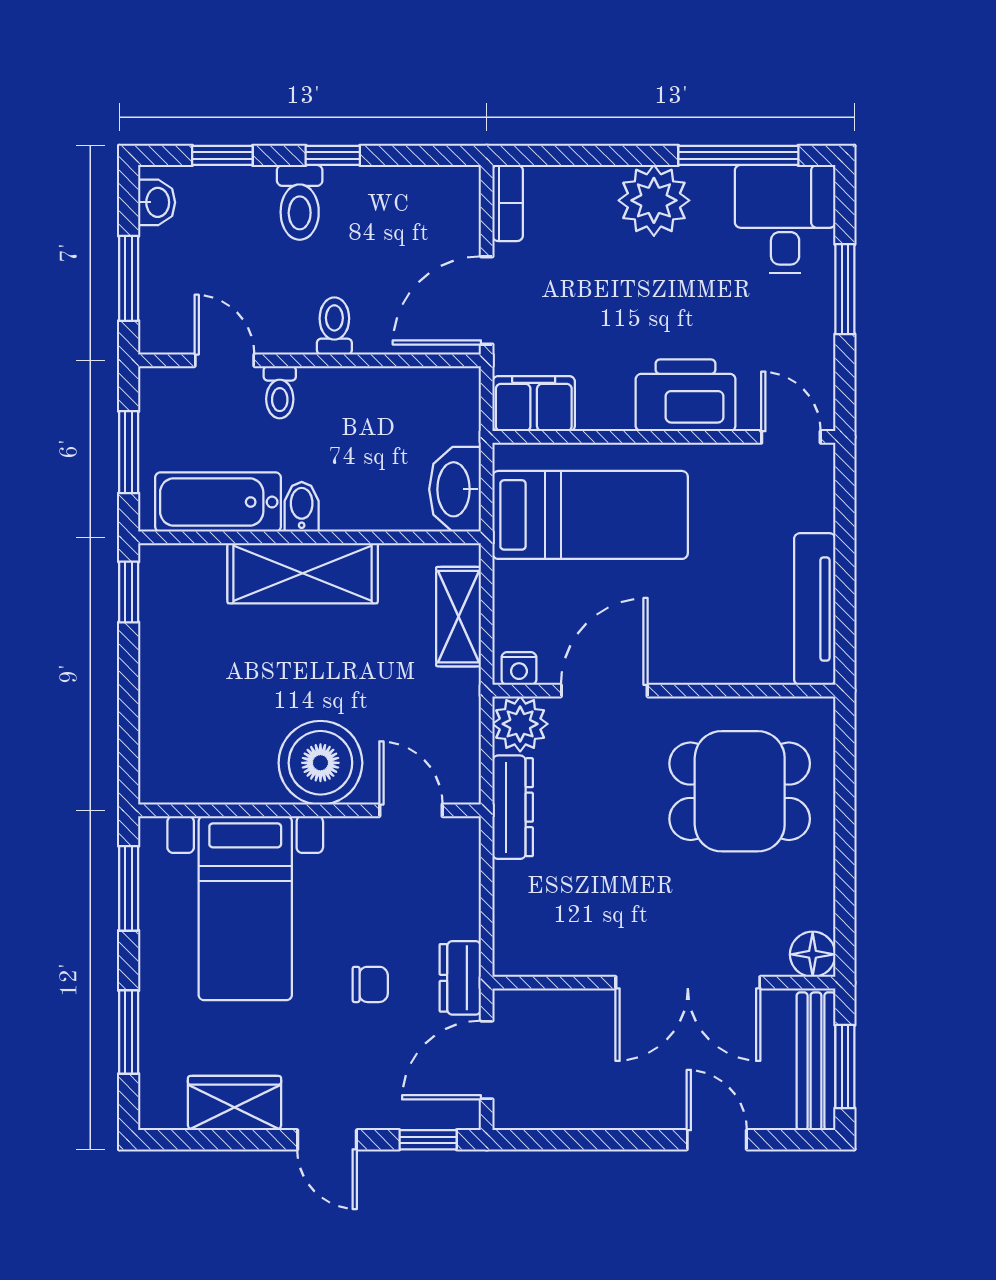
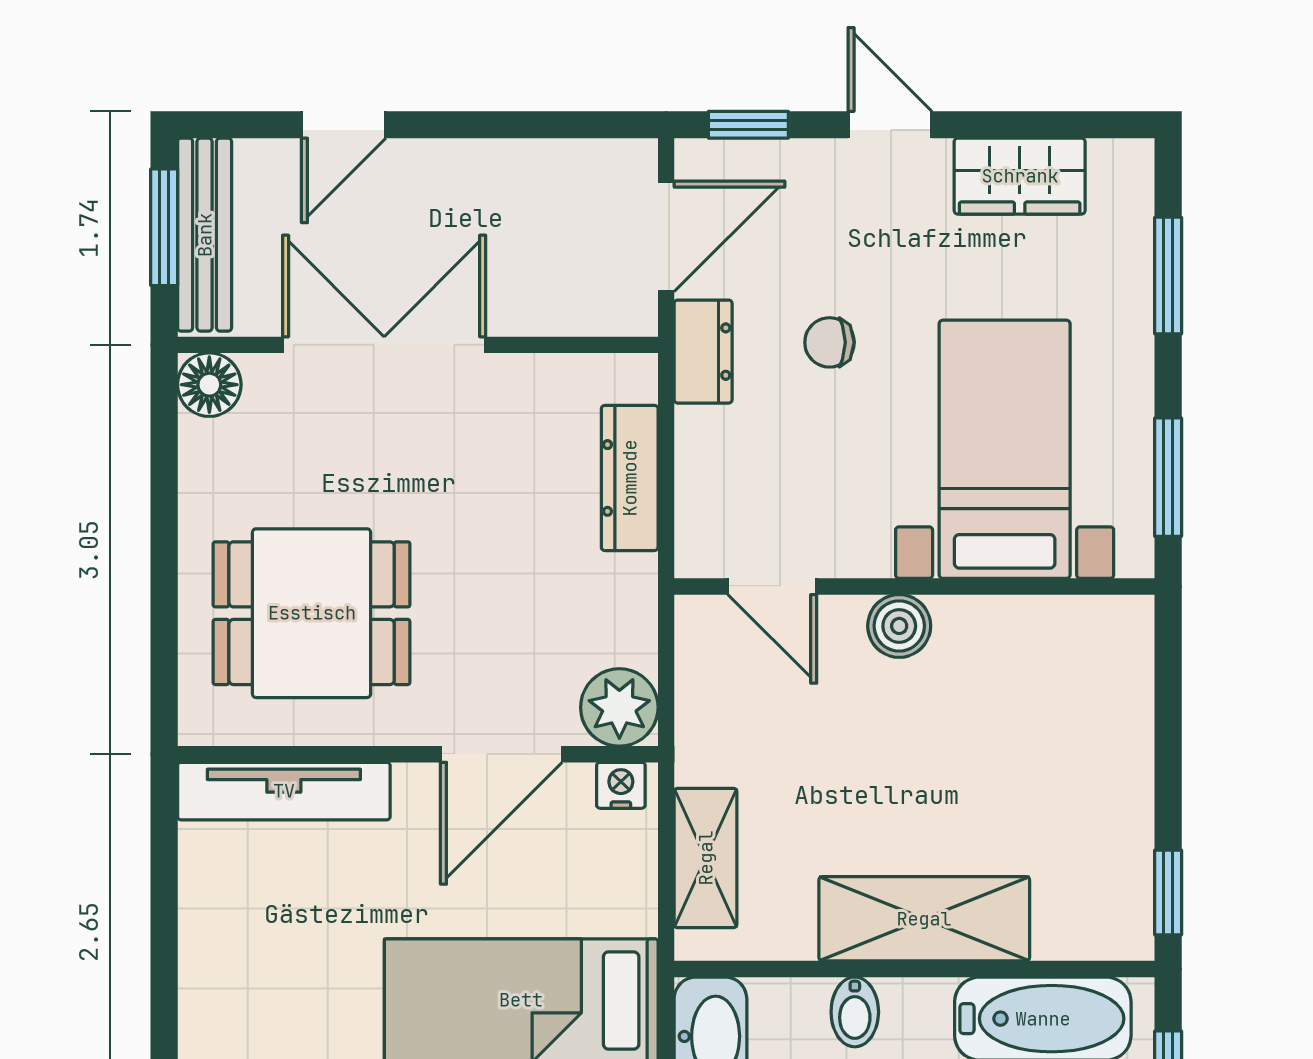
bidet: (302, 507) -> (855, 1012), moved
tv unit: (815, 609) -> (284, 791), moved, turned 90
boiler: (320, 763) -> (899, 626), width x0.54, depth x0.54
dresser: (513, 807) -> (630, 478), moved
door: (717, 1140) -> (344, 125), hinge flipped

